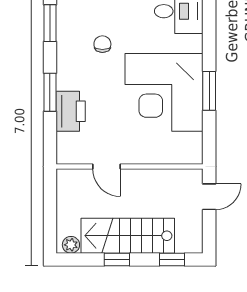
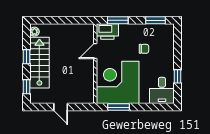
door: (107, 167) -> (95, 51), moved
wall: (130, 167) -> (95, 64), moved

